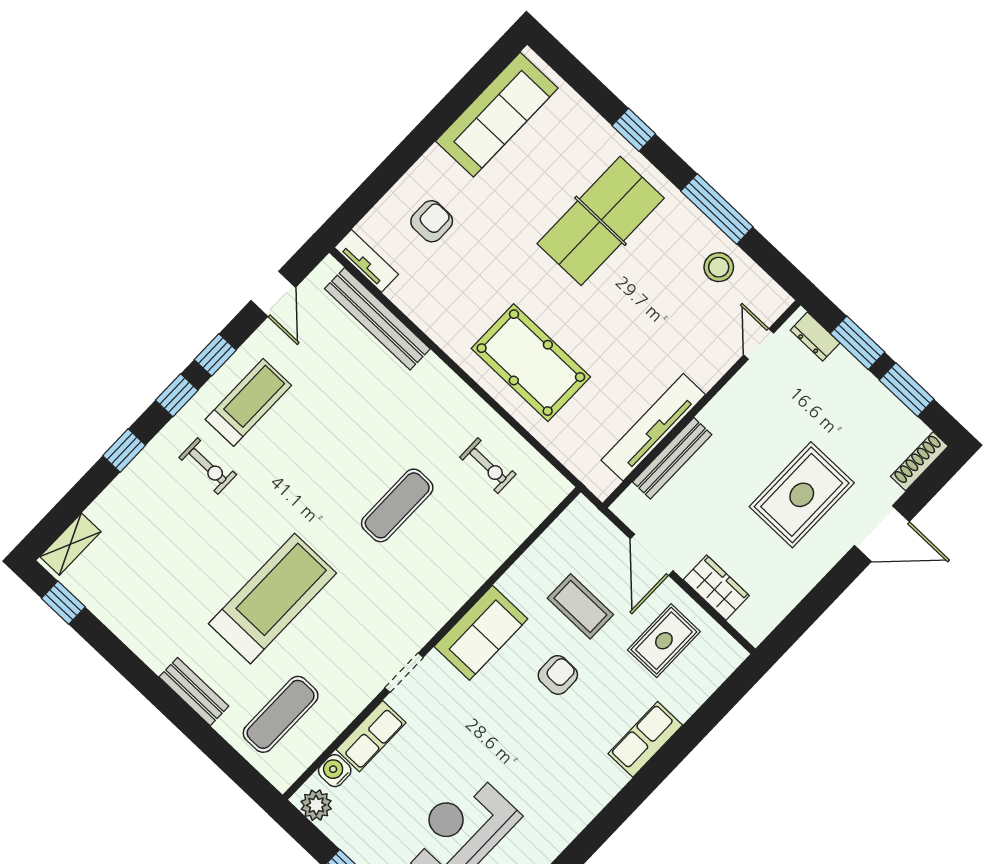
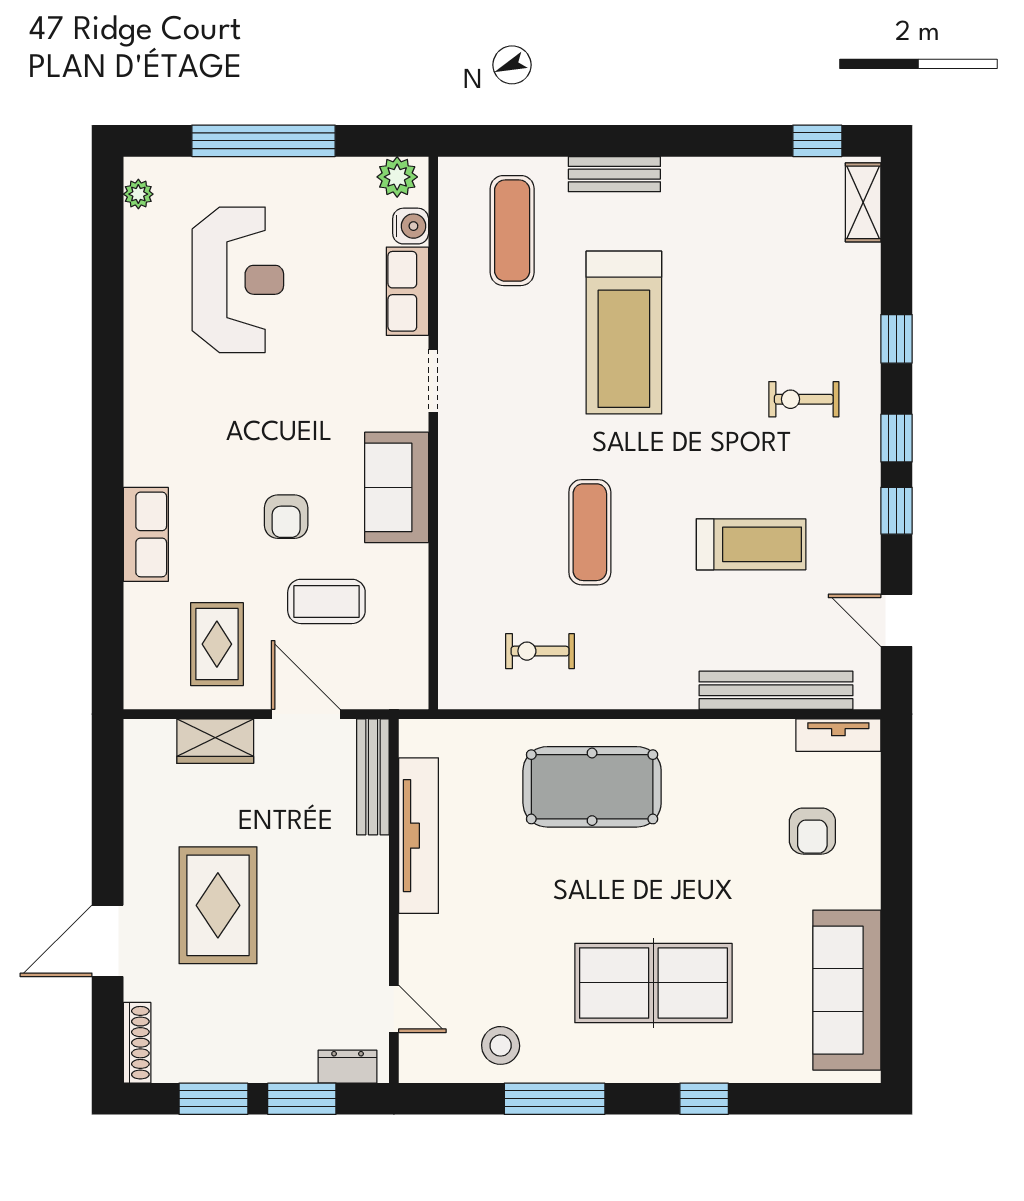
table tennis table: (601, 221) -> (653, 983), turned 90
treadmill: (248, 402) -> (751, 544), moved, turned -90
bench: (672, 458) -> (373, 777), moved

